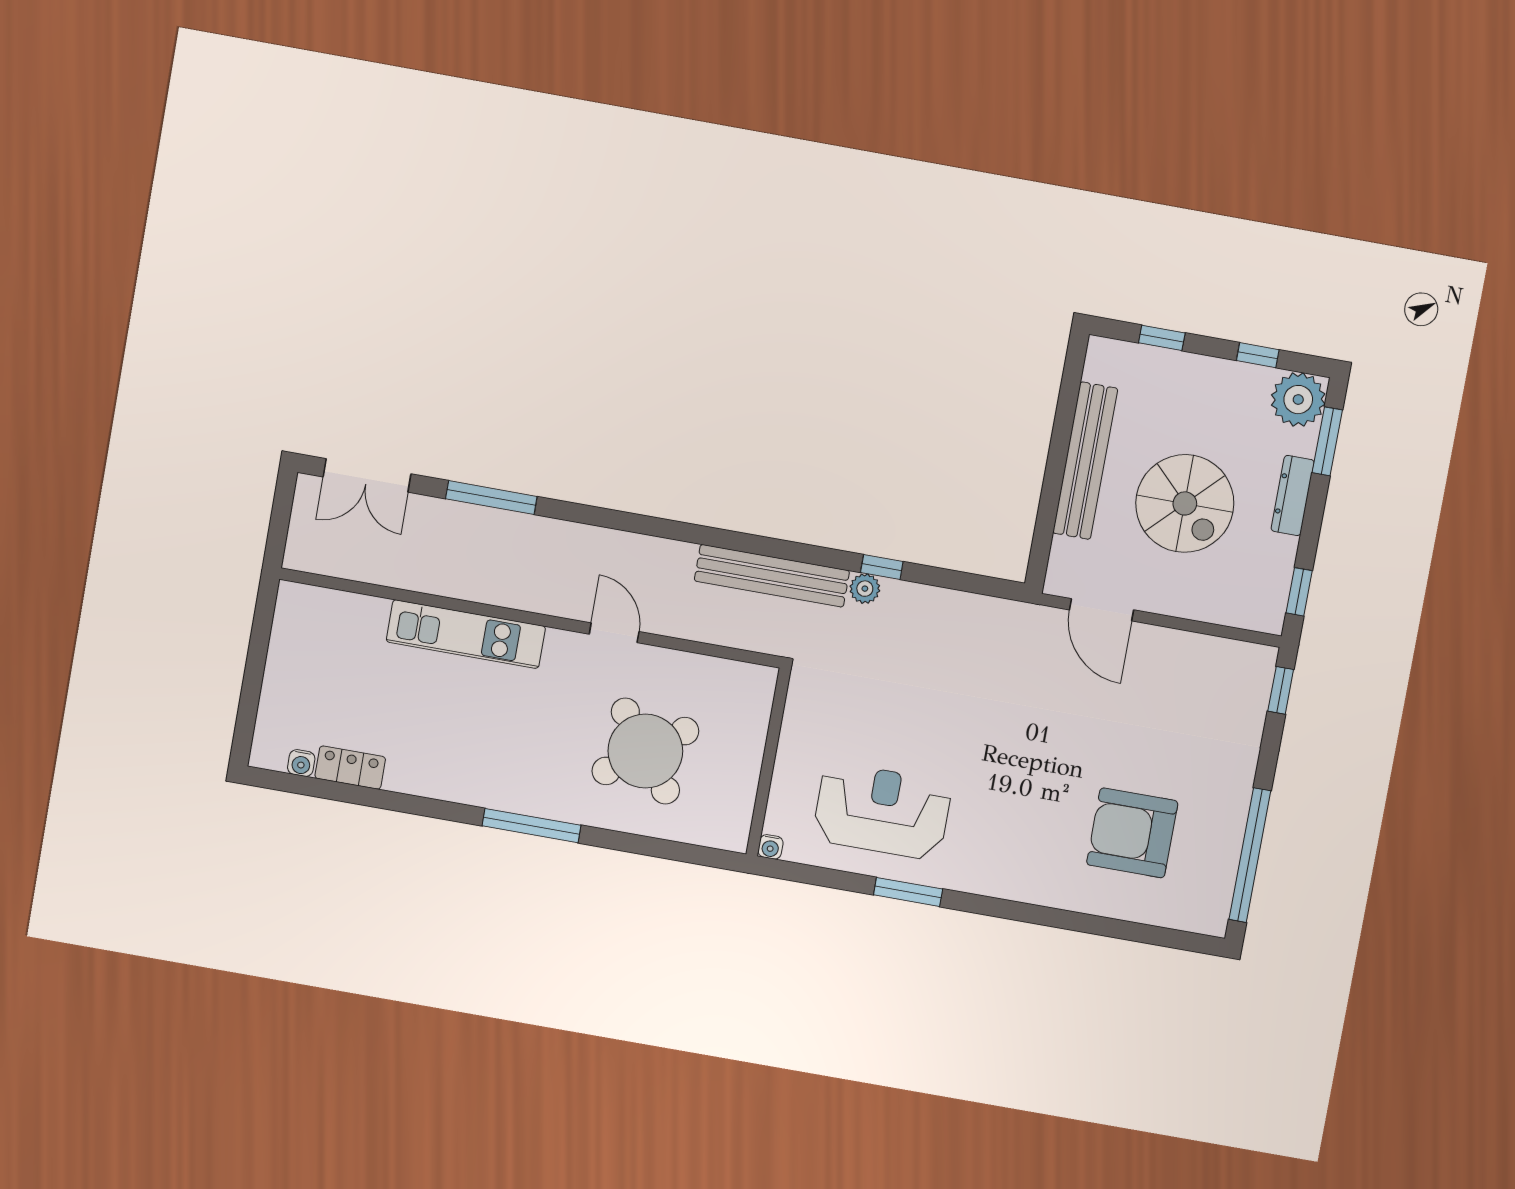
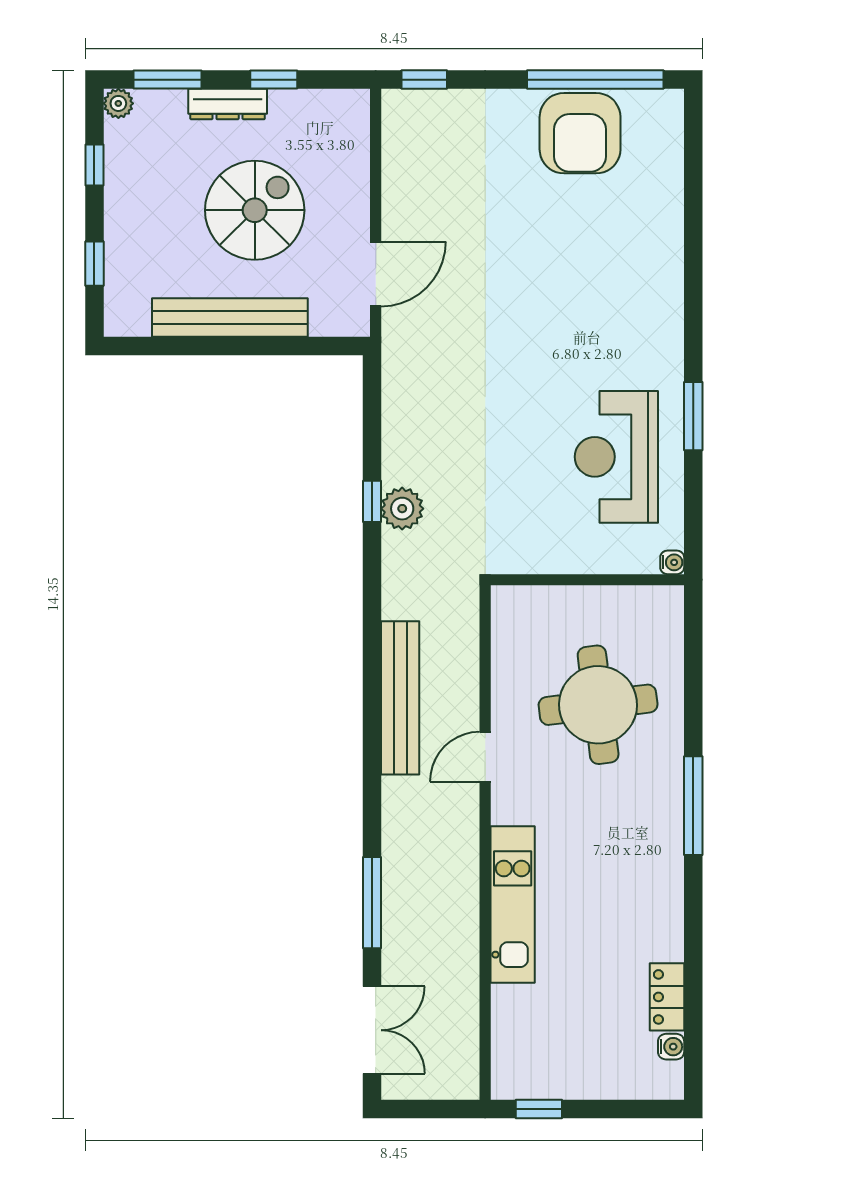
plant: (1298, 400) -> (118, 103), width x0.53, depth x0.53
bench: (772, 576) -> (400, 698), moved
plant: (865, 589) -> (402, 509), width x1.38, depth x1.38
window: (1299, 592) -> (274, 80), moved
window: (262, 624) -> (539, 1109), added
round table: (645, 751) -> (598, 705), turned 30
armchair: (1132, 833) -> (580, 133), moved

